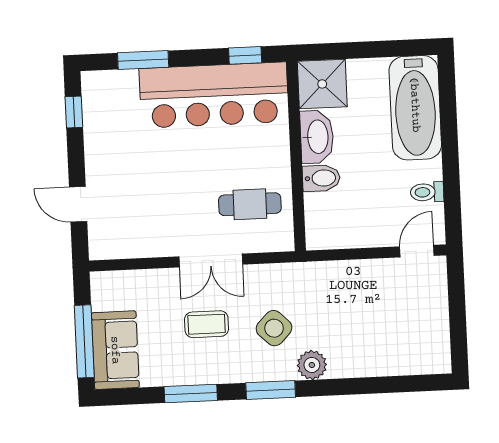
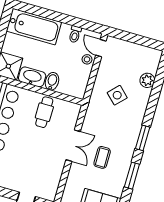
cafe table: (250, 204) -> (44, 112), moved
stool: (386, 232) -> (87, 59), added
side table: (274, 328) -> (117, 95), moved
plant: (312, 365) -> (147, 80), moved

